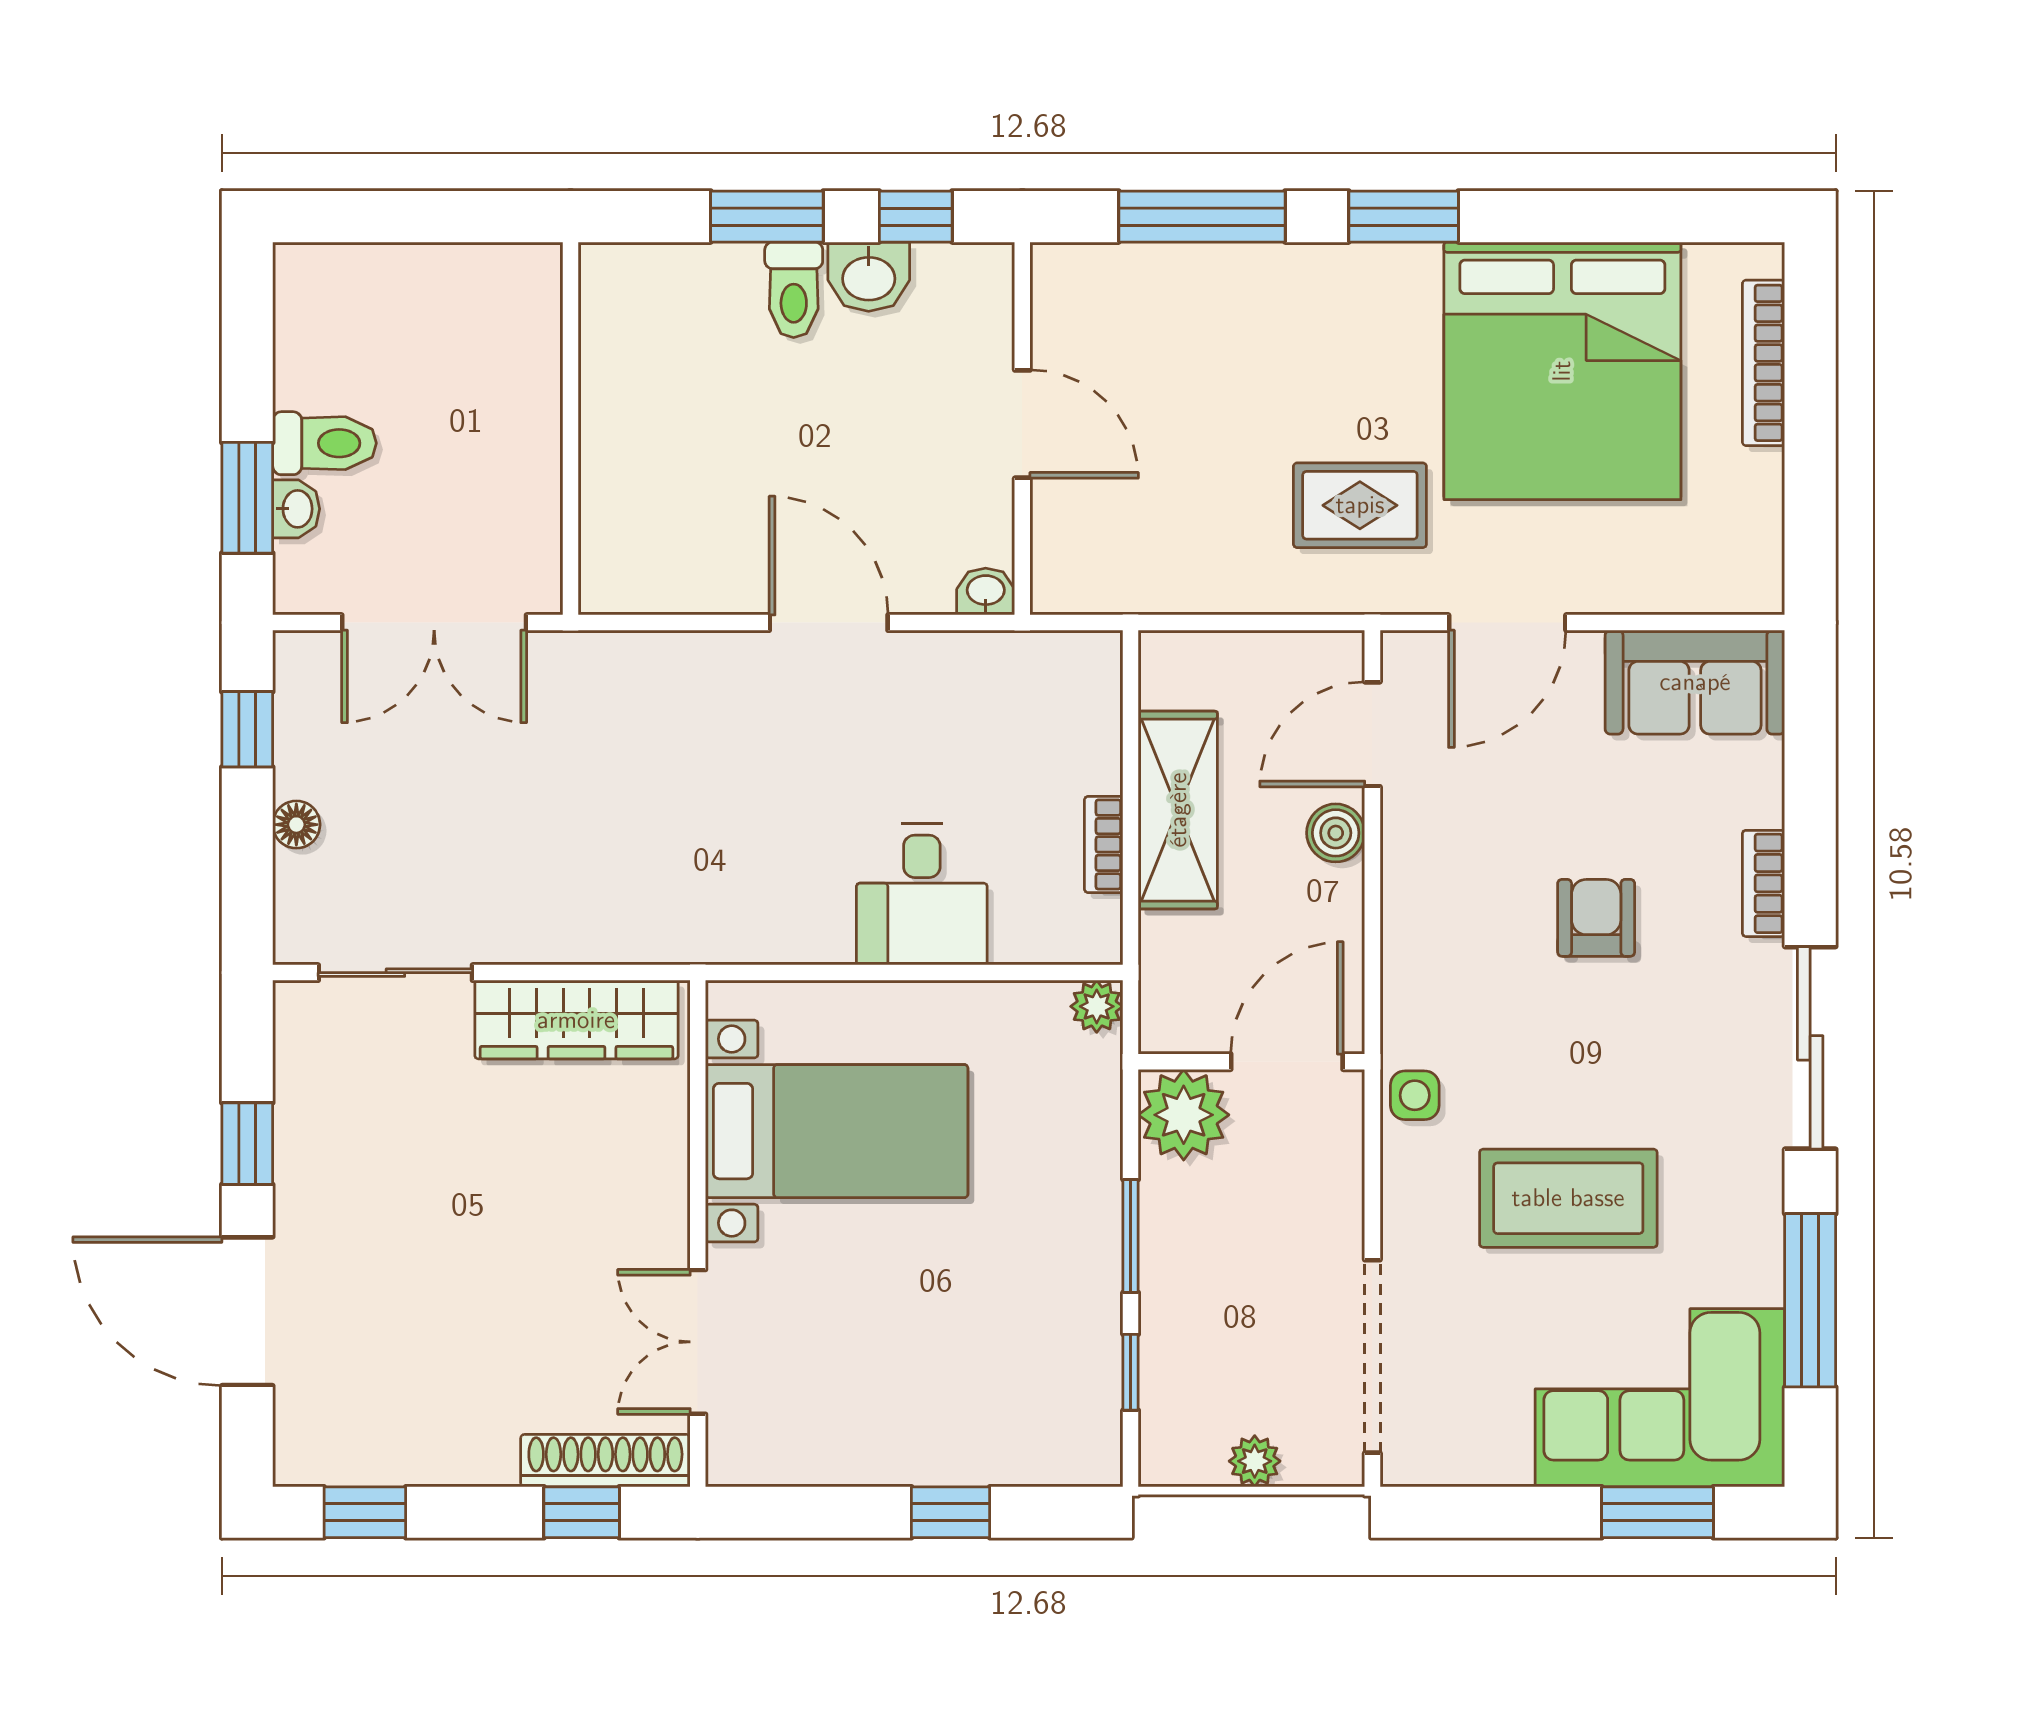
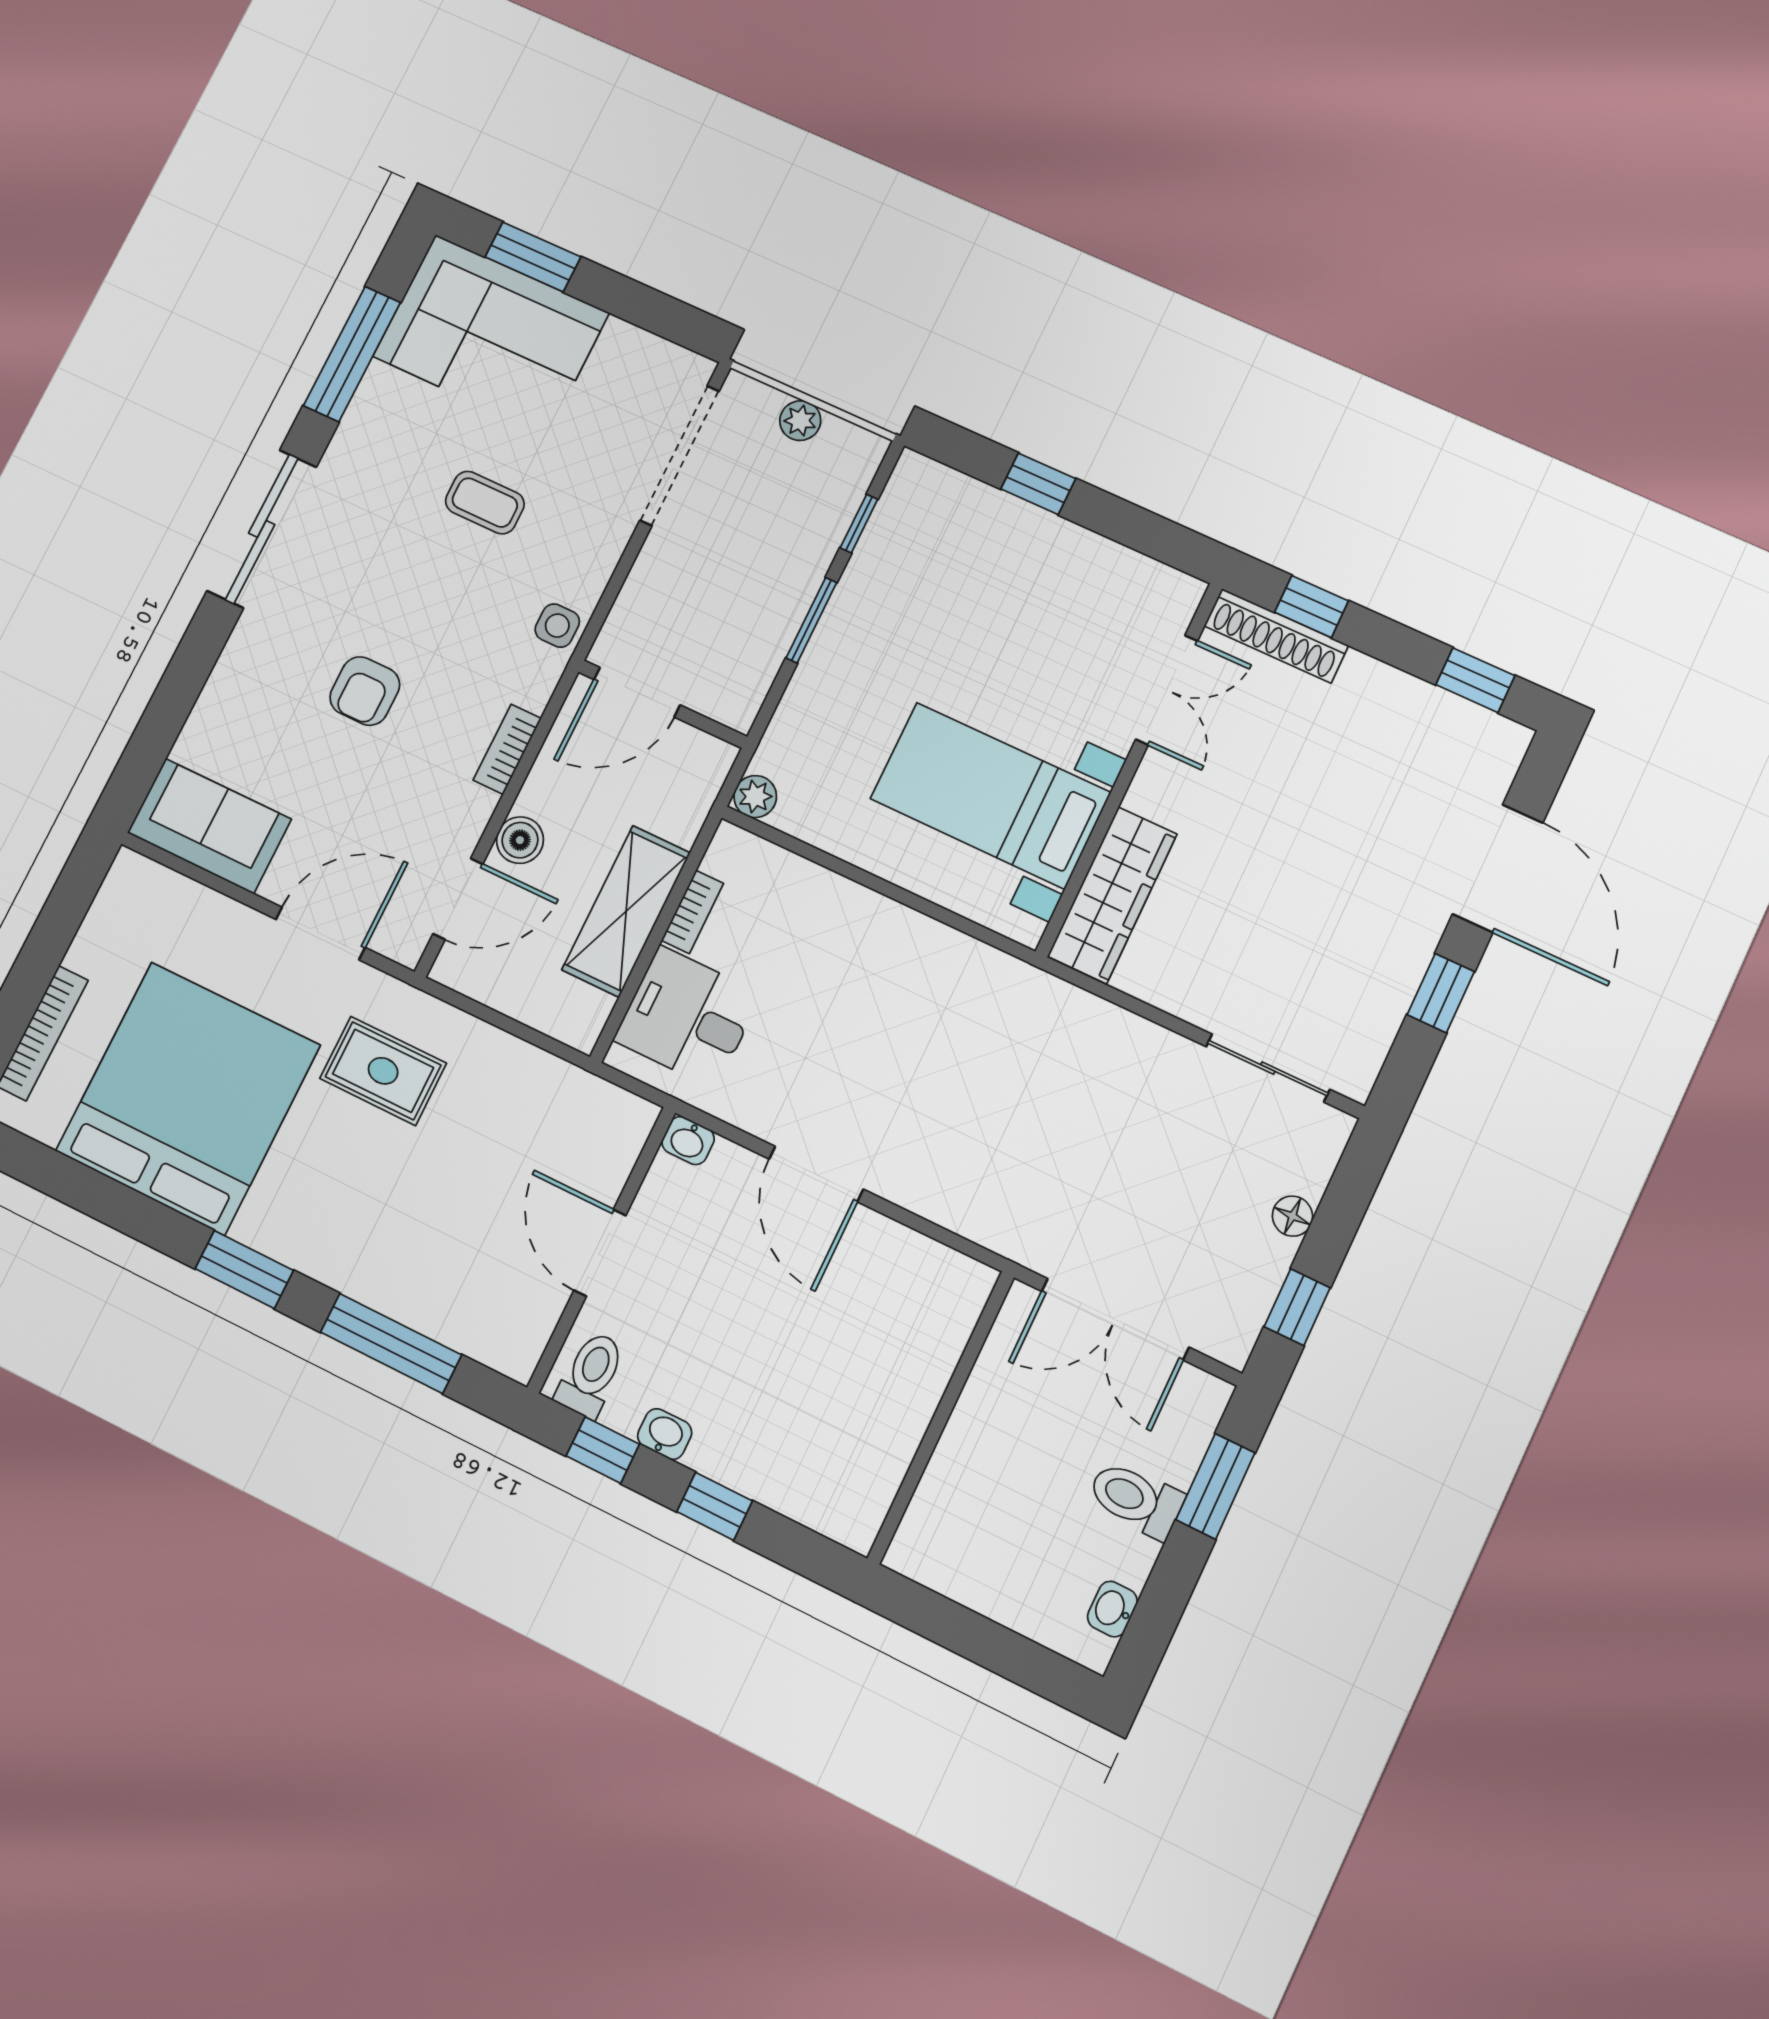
window: (767, 217) -> (715, 1506), width x0.67
washbasin: (869, 277) -> (665, 1434), width x0.72, depth x0.69
toilet: (794, 290) -> (591, 1375), moved
washbasin: (296, 509) -> (1112, 1609), moved
double door: (434, 623) -> (1115, 1319), swing flipped
bookcase: (1764, 883) -> (507, 749), moved, turned 180
desk: (922, 894) -> (687, 1017), moved, turned -90
wardrobe: (576, 1020) -> (1112, 895), moved, turned 90
plant: (1184, 1115) -> (730, 689), removed
coffee table: (1568, 1198) -> (485, 503), width x0.54, depth x0.58

